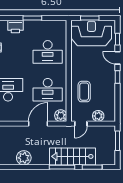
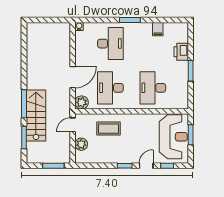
door: (38, 124) -> (73, 77), hinge flipped
door: (81, 124) -> (73, 125), hinge flipped
plant: (24, 158) -> (34, 61), removed

